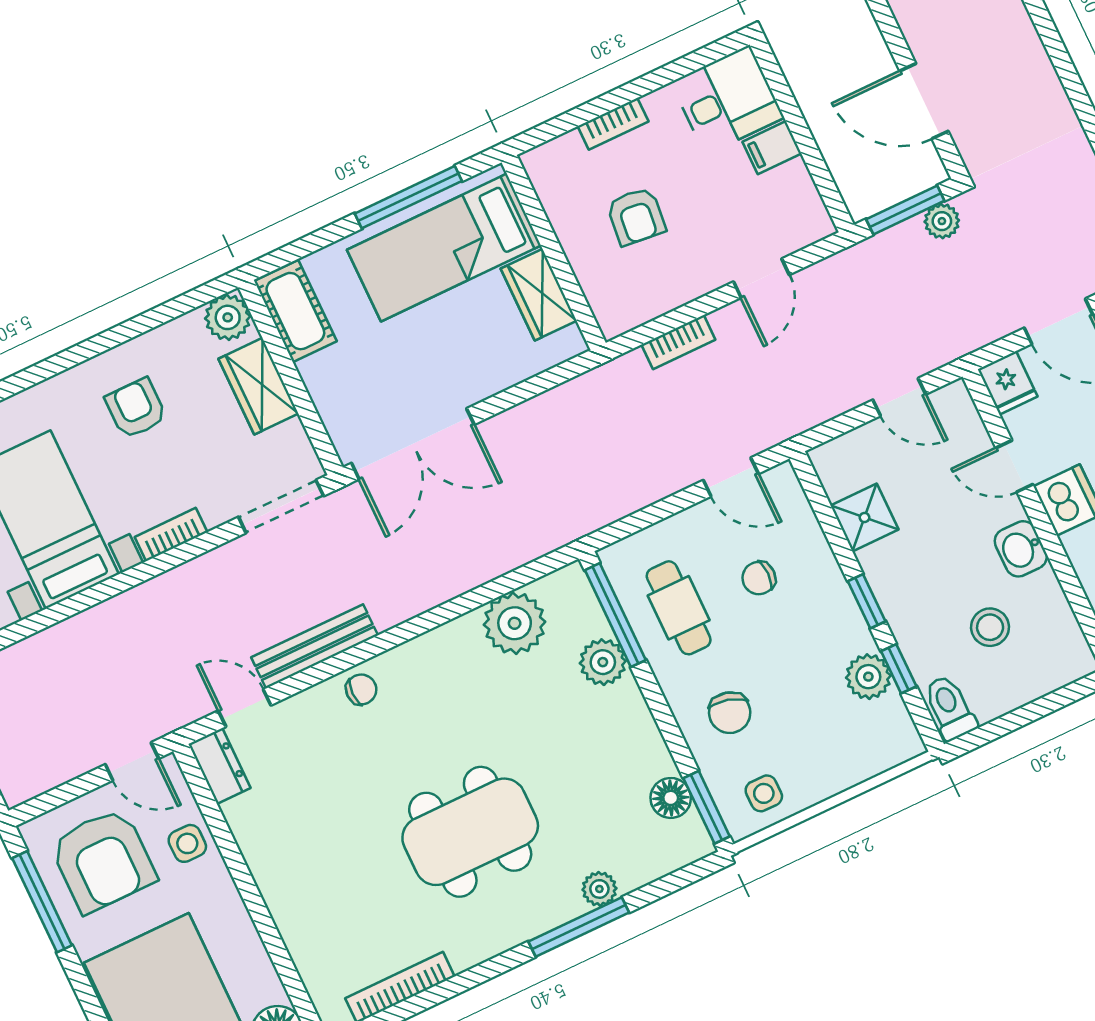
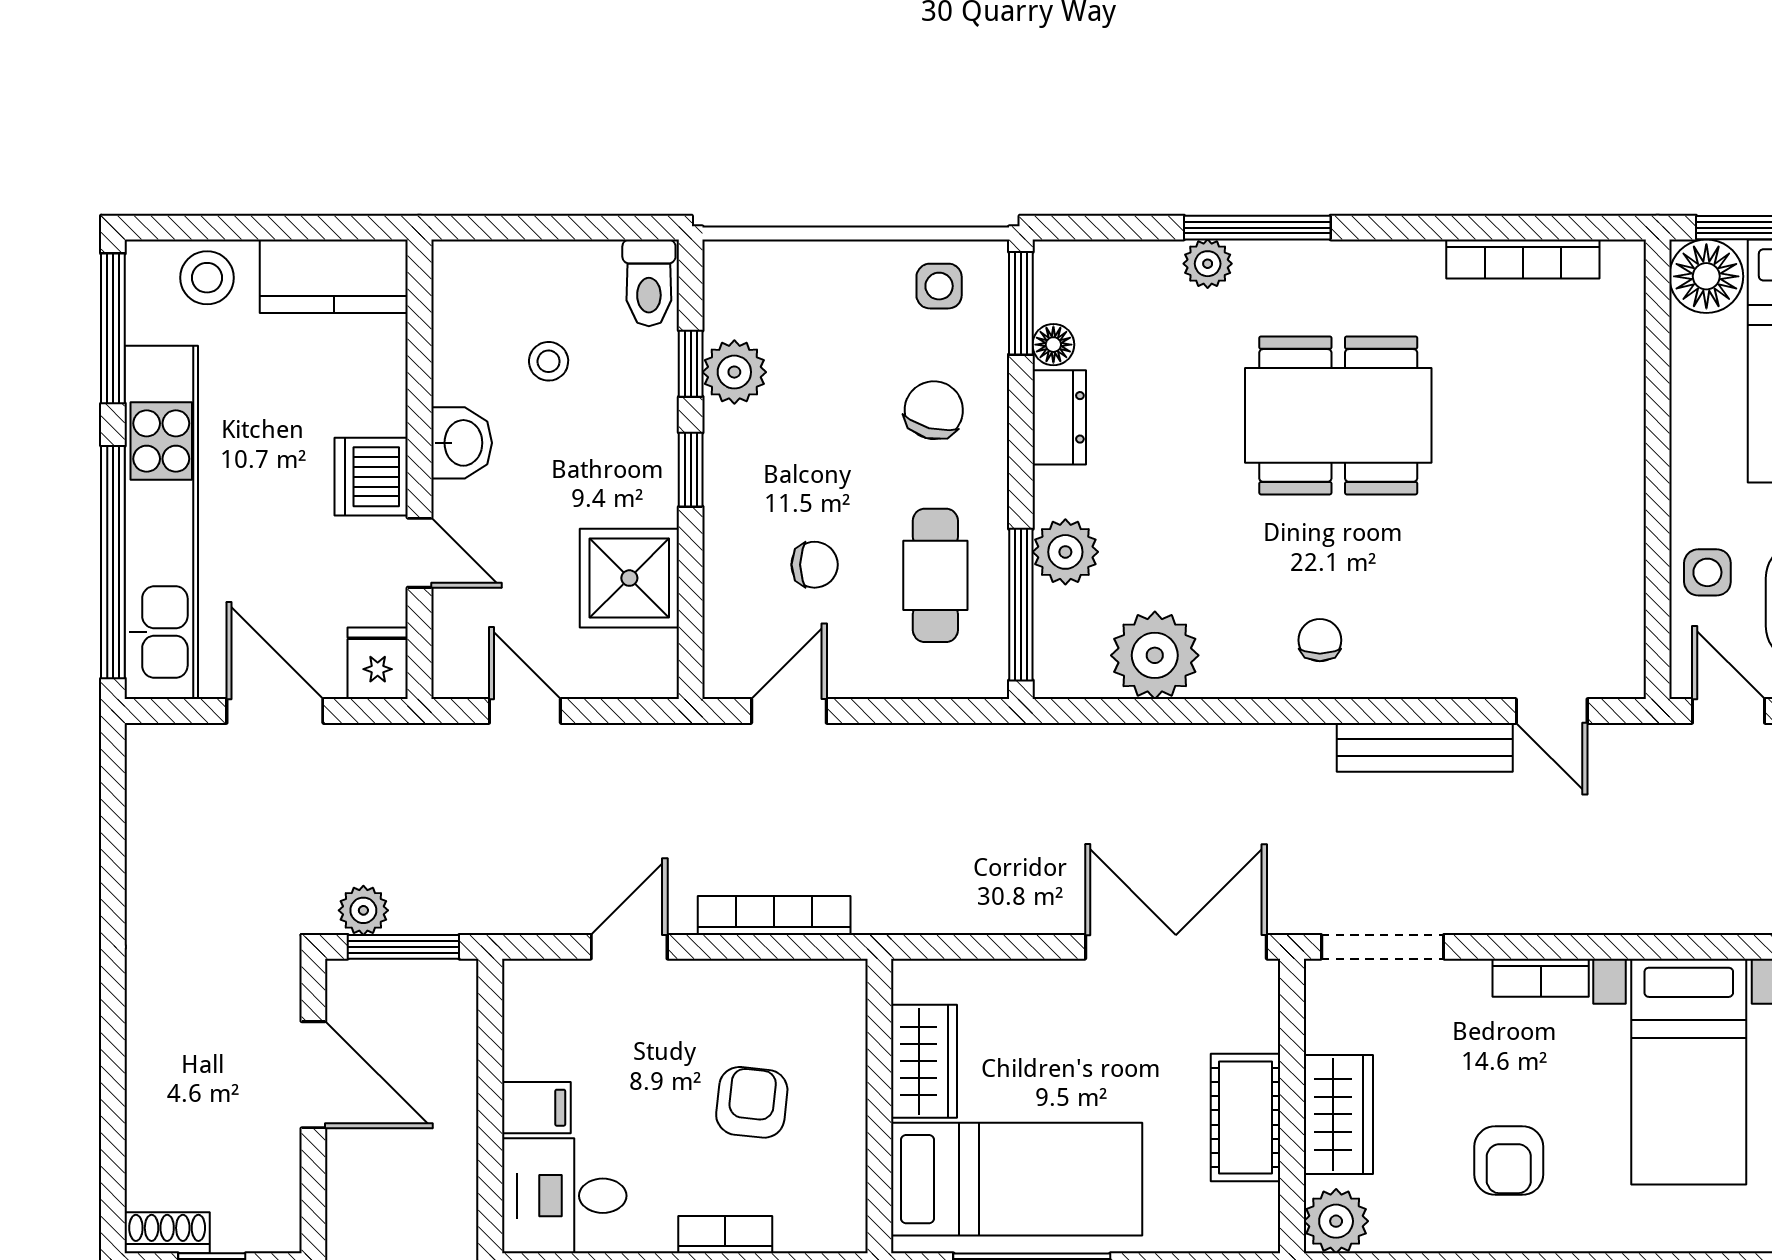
cot: (295, 311) -> (1246, 1117), moved
bookcase: (678, 342) -> (774, 916), width x1.56
door: (731, 477) -> (789, 711), hinge flipped
shower: (864, 517) -> (629, 578), width x1.36, depth x1.36
stool: (990, 627) -> (549, 361), width x0.73, depth x0.73
chair: (361, 689) -> (1320, 640), moved, turned 90
dresser: (219, 766) -> (1059, 417), moved, turned 180
floor lamp: (671, 798) -> (1053, 345), width x0.73, depth x0.73

